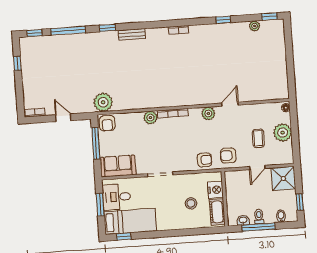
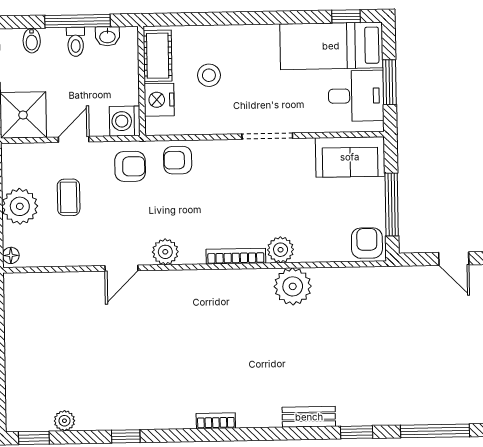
plant: (103, 102) -> (293, 286), moved
washing machine: (232, 178) -> (125, 121), added

